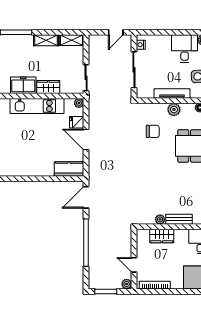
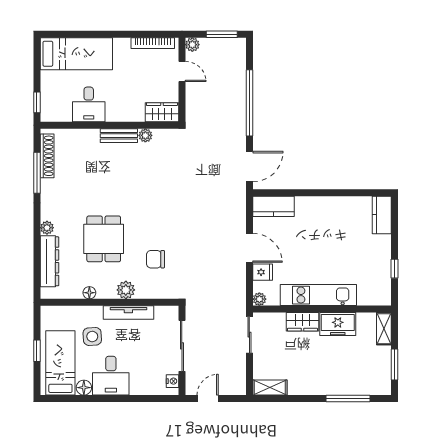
shelving: (46, 40) -> (306, 387), removed
wardrobe: (162, 236) -> (162, 112), moved

